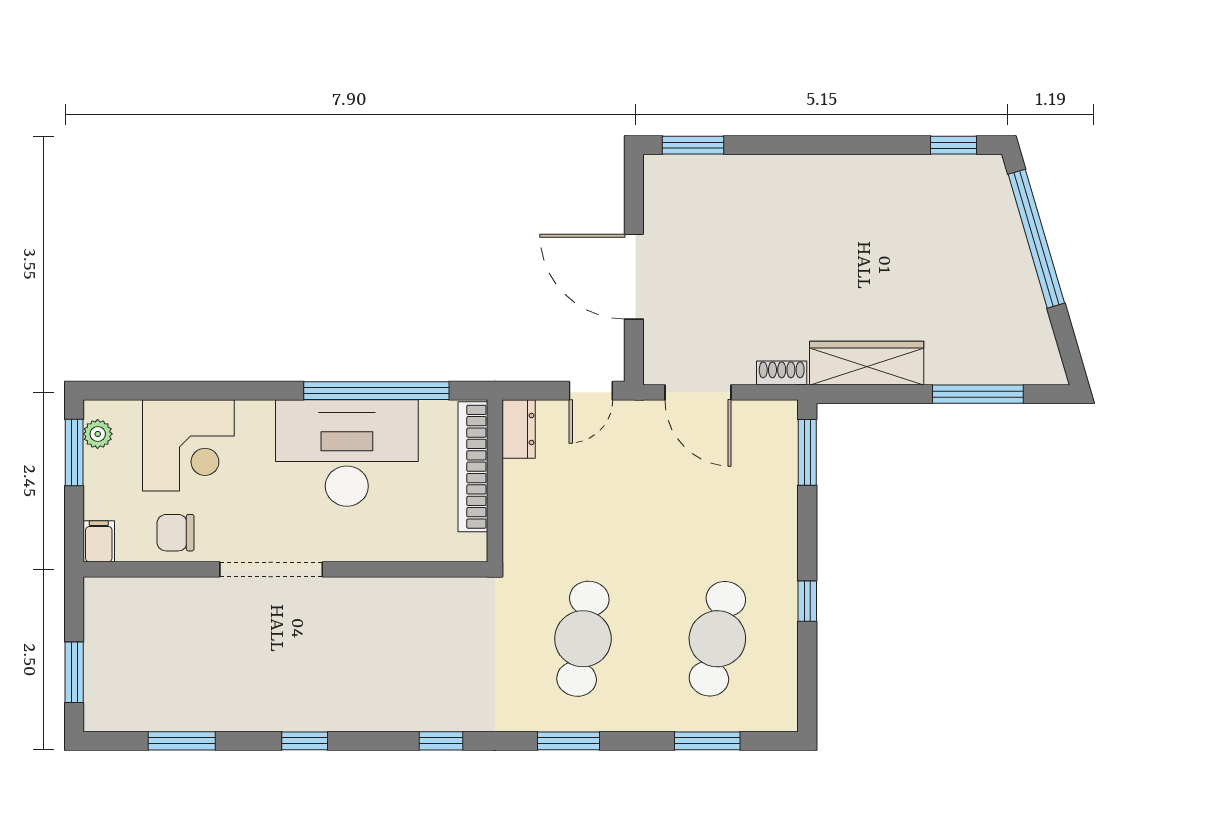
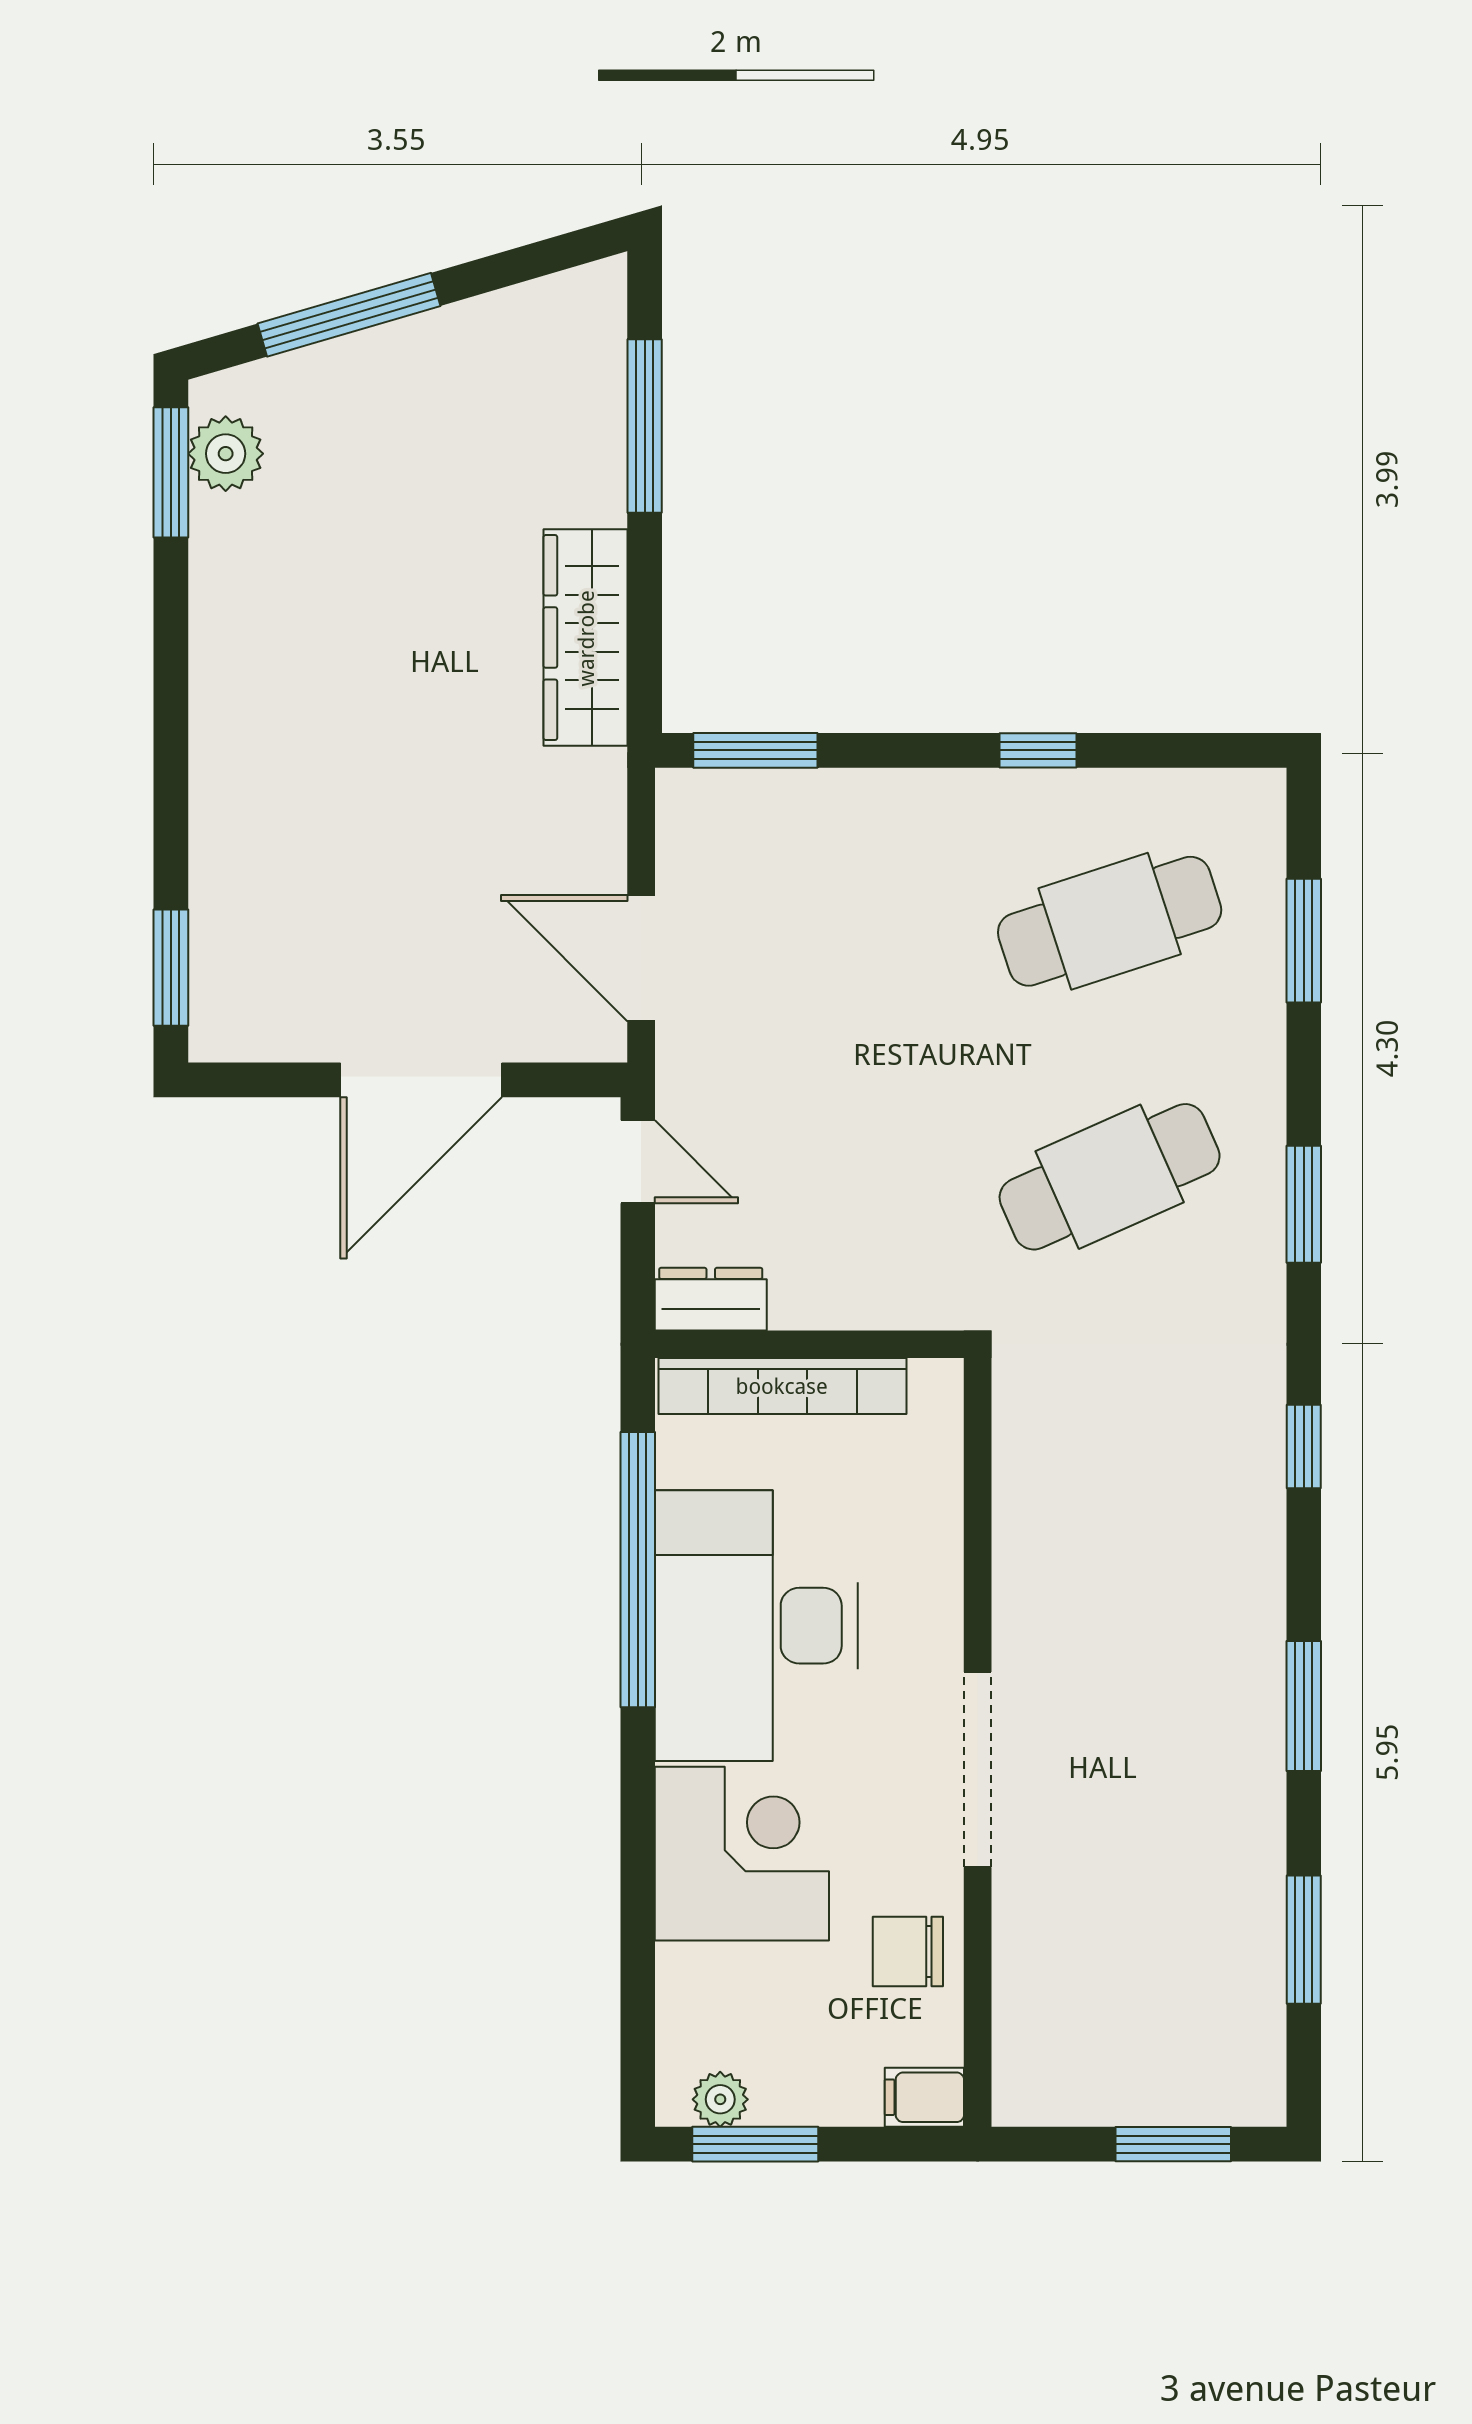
window: (953, 145) -> (171, 472), width x1.50
plant: (963, 174) -> (226, 454), added
window: (1036, 239) -> (349, 315), width x0.68
shoe rack: (782, 373) -> (604, 799), removed
door: (698, 392) -> (641, 958), swing flipped
corner desk: (188, 445) -> (742, 1854), moved
chair: (175, 533) -> (908, 1952), turned 90
cafe table: (583, 639) -> (1110, 1177), turned -33
cafe table: (717, 639) -> (1110, 921), turned -30
window: (305, 741) -> (1304, 1706), width x1.50

